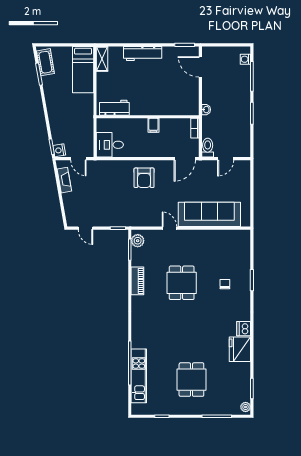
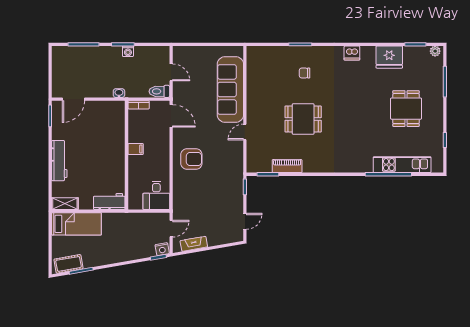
washing machine: (245, 59) -> (128, 51), moved
workbench: (114, 108) -> (109, 202), moved, turned 90
plant: (138, 241) -> (258, 166), removed
piano: (137, 281) -> (287, 166), moved
fridge: (240, 349) -> (389, 57), moved
dining table: (191, 380) -> (406, 109), turned 90

